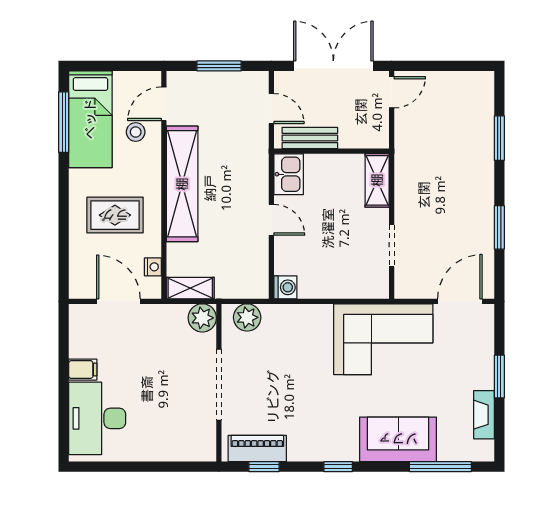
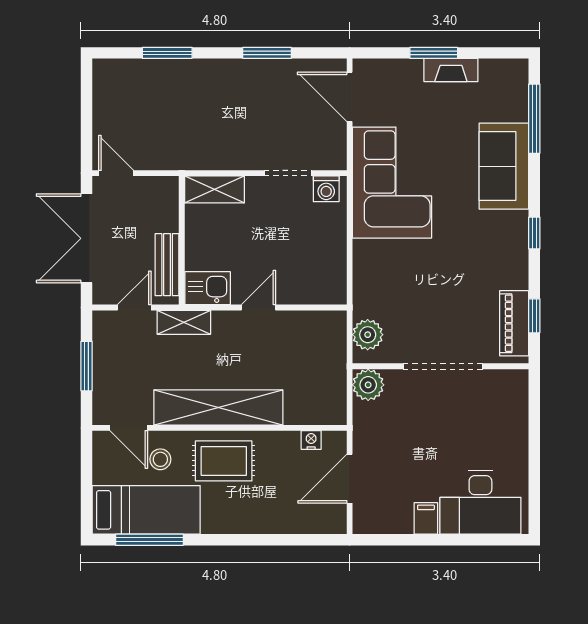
rug: (115, 215) -> (224, 461), moved, turned 90
washing machine: (285, 287) -> (326, 189), moved, turned 180
shelving: (190, 288) -> (184, 322), moved, turned 90
fireplace: (484, 415) -> (451, 70), moved

